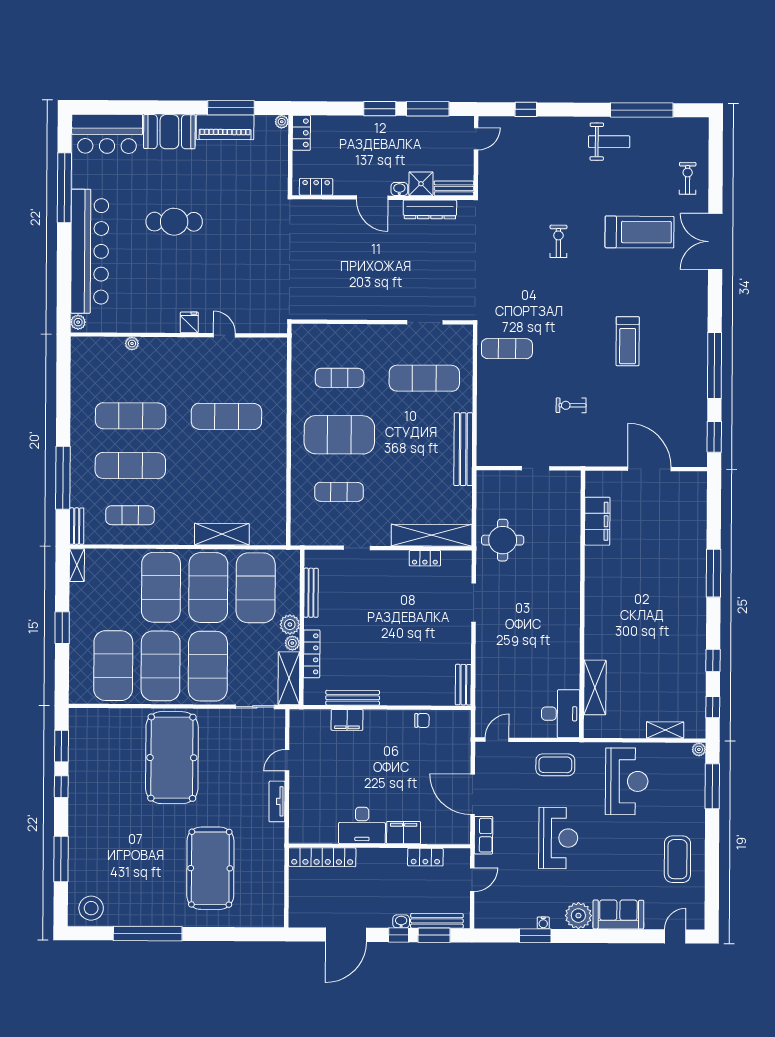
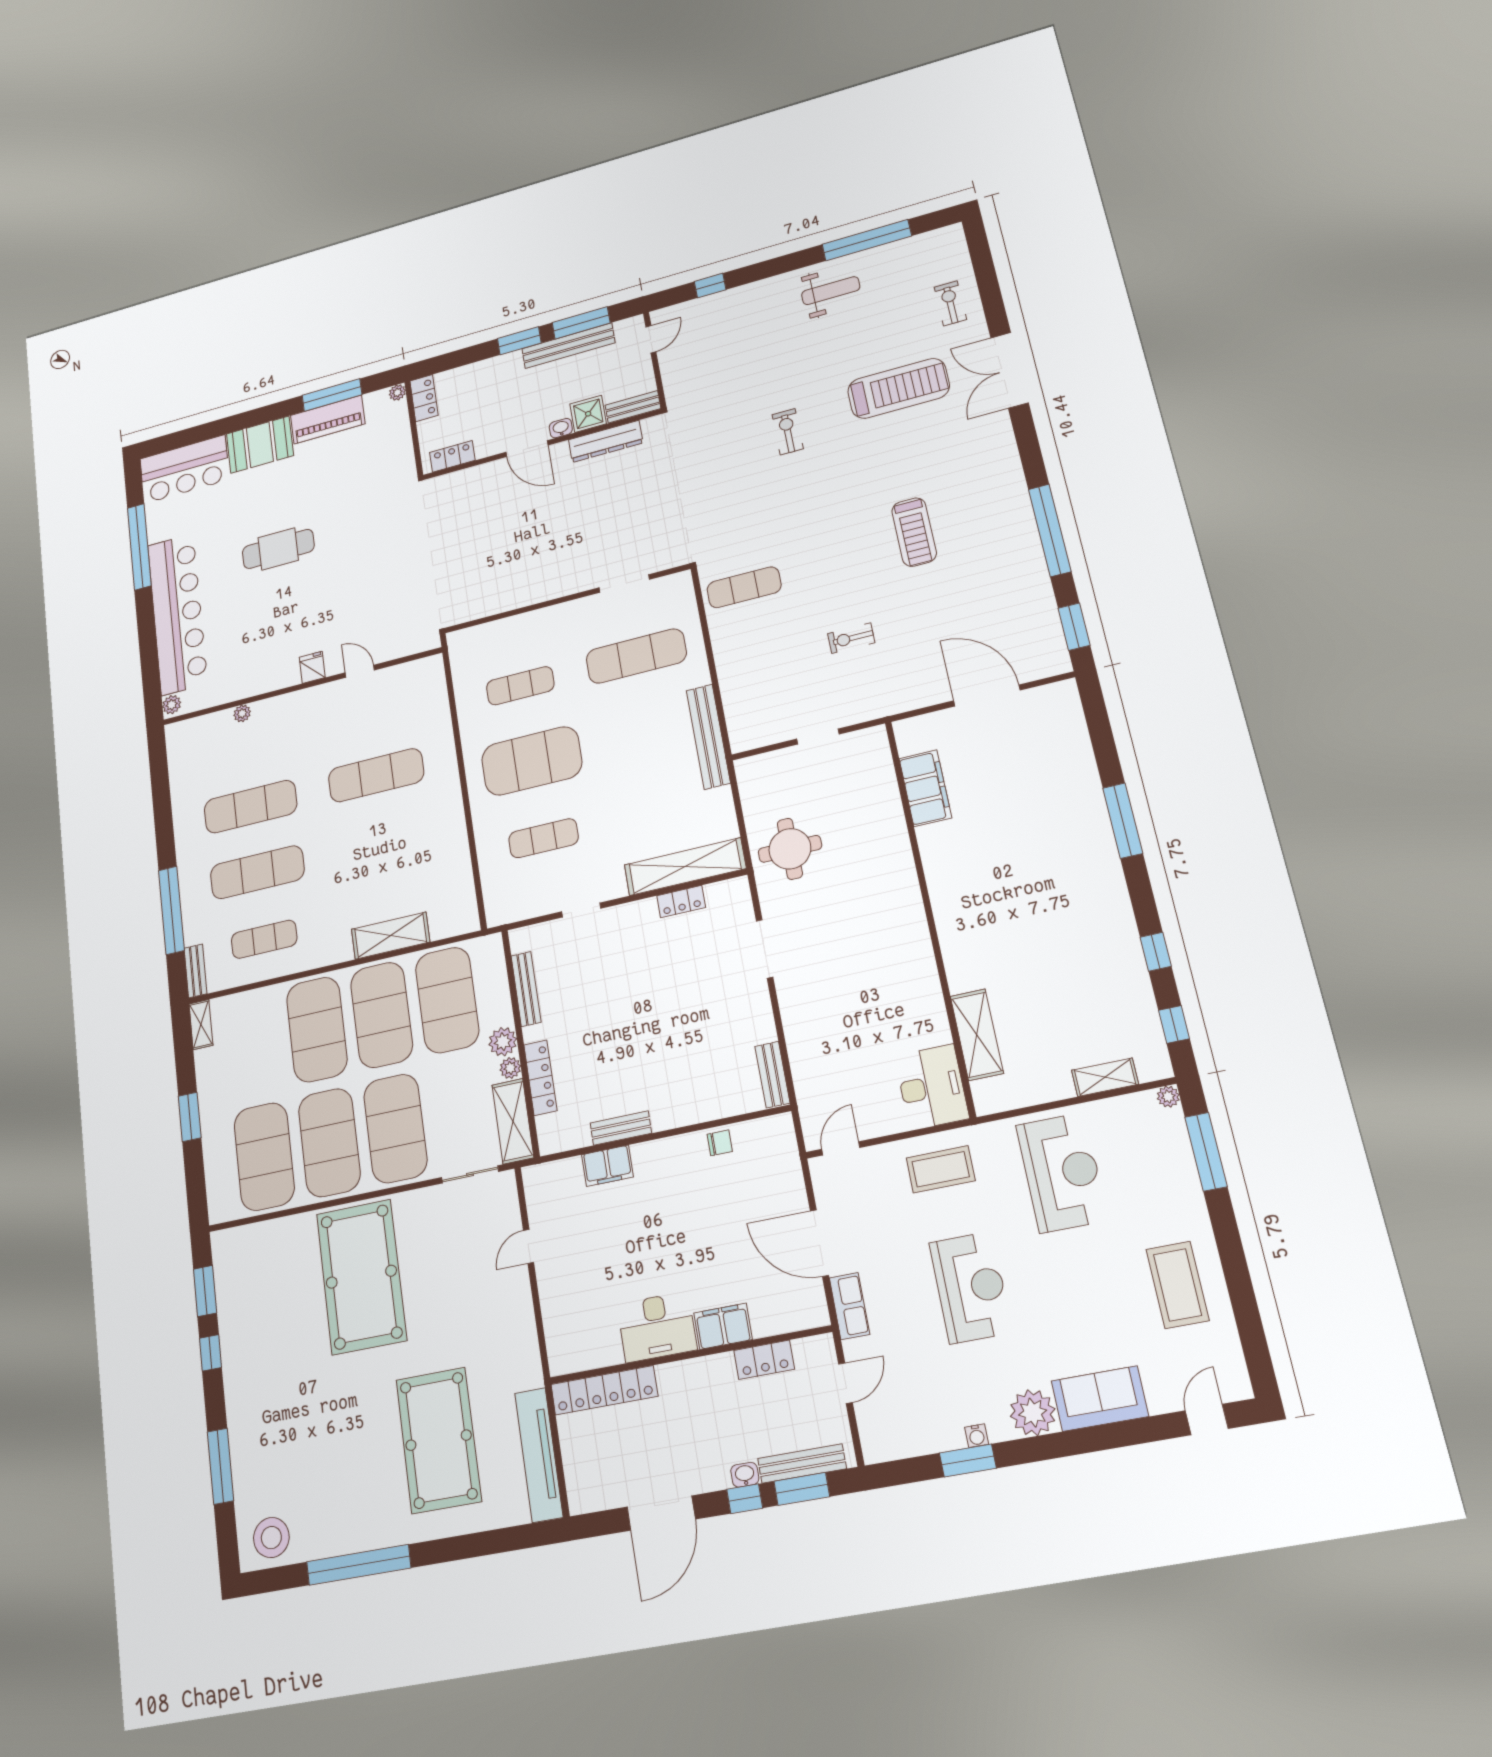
bench: (415, 124) -> (568, 346), added
bench: (353, 698) -> (621, 1128), width x0.73
tv unit: (277, 801) -> (539, 1455), moved, width x1.92, depth x1.29

